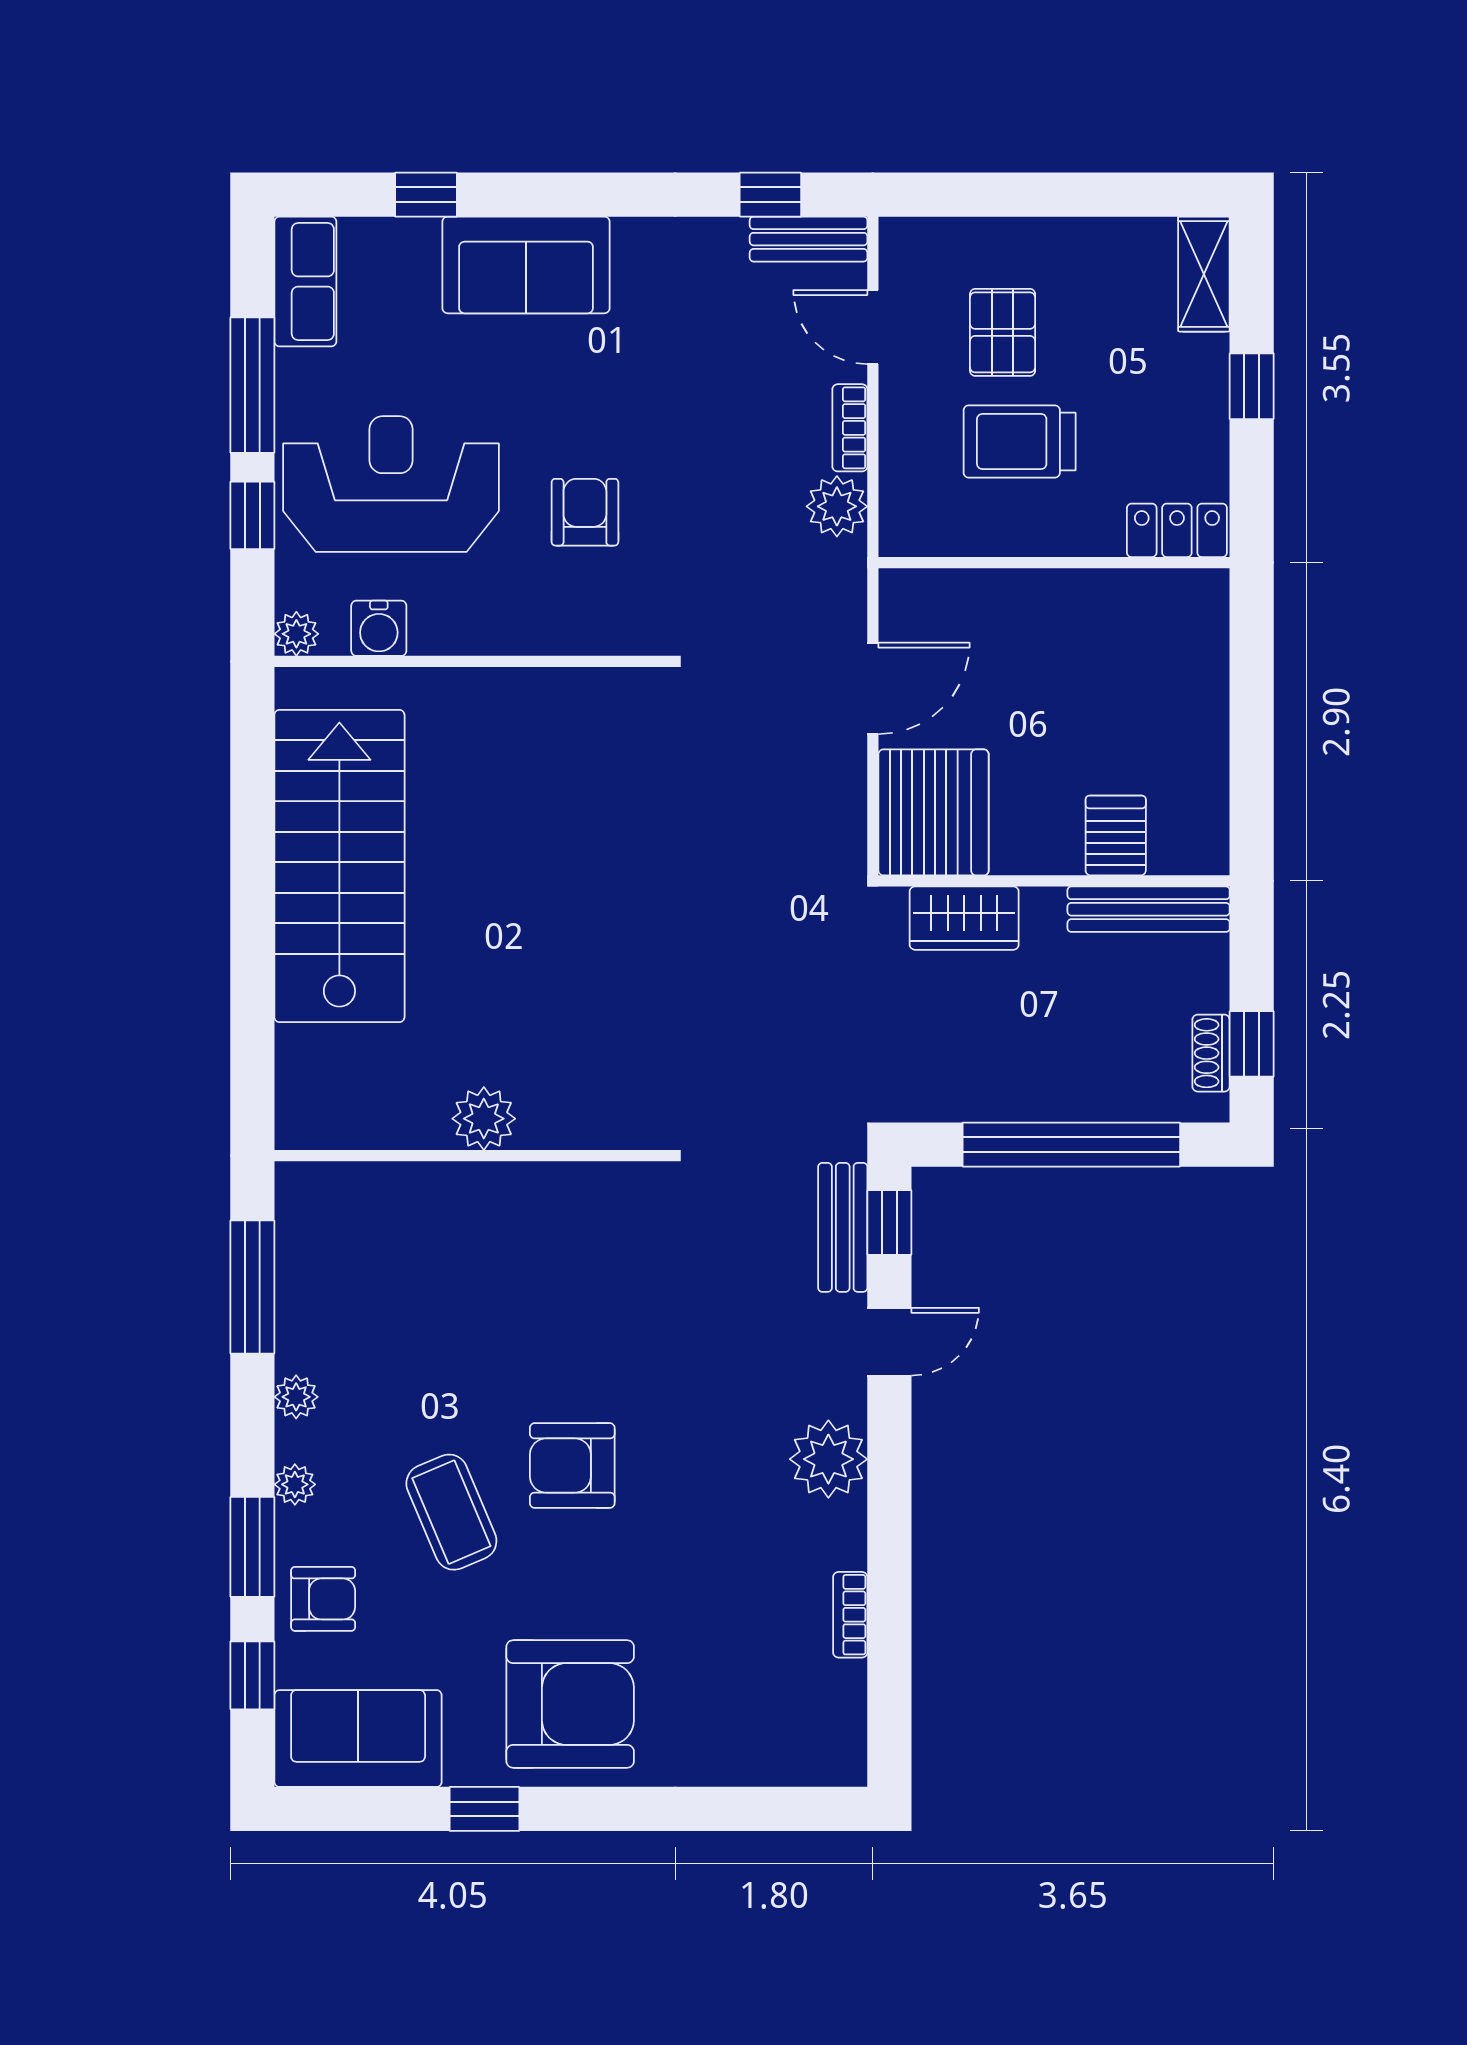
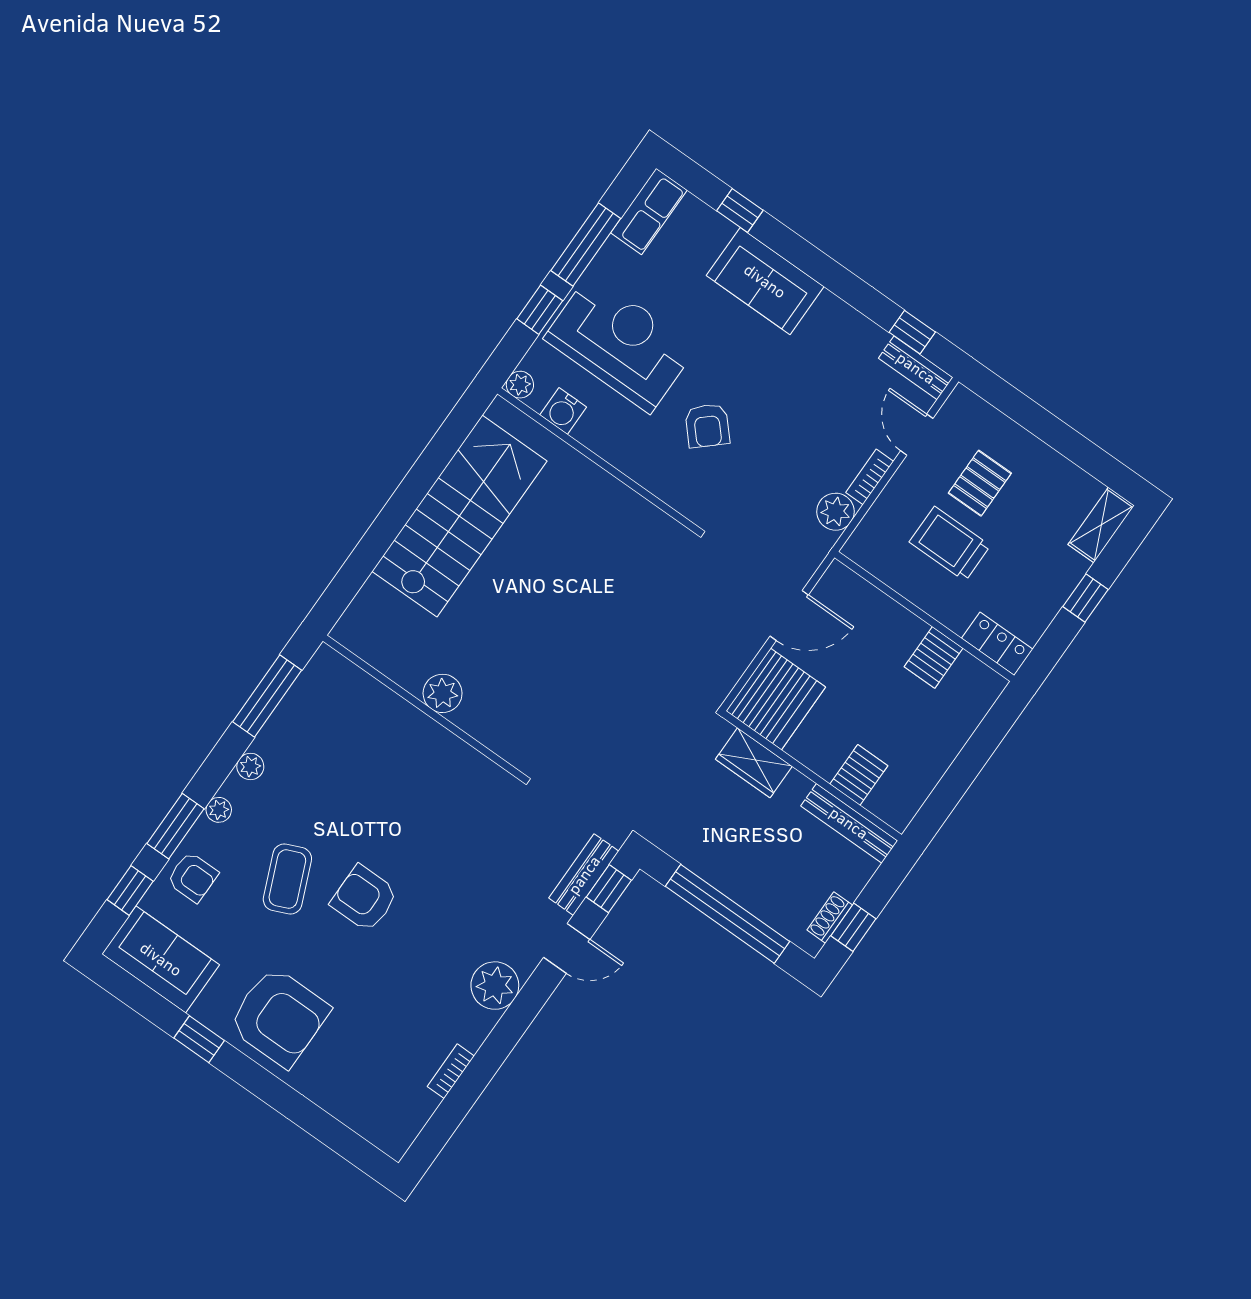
armchair: (585, 512) -> (707, 426), turned 138
server rack: (1105, 608) -> (934, 657), added

